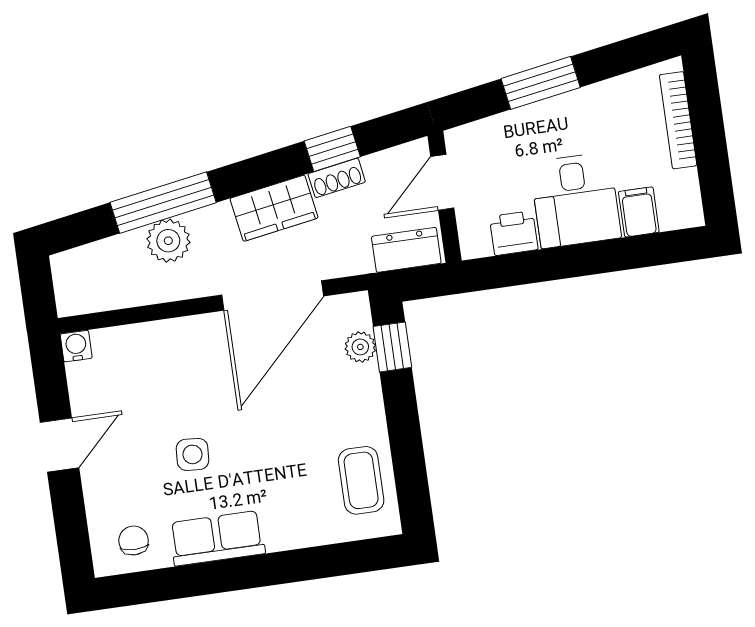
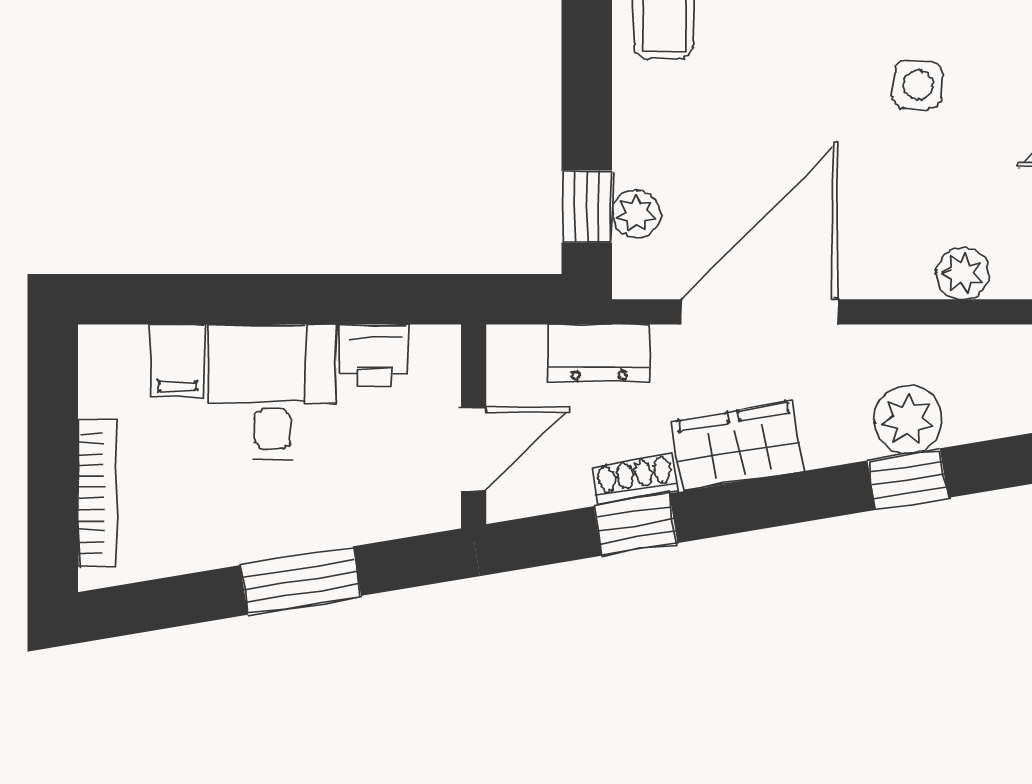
window: (163, 203) -> (908, 479), width x0.46
dresser: (406, 250) -> (599, 353), moved
plant: (147, 339) -> (963, 273), added

